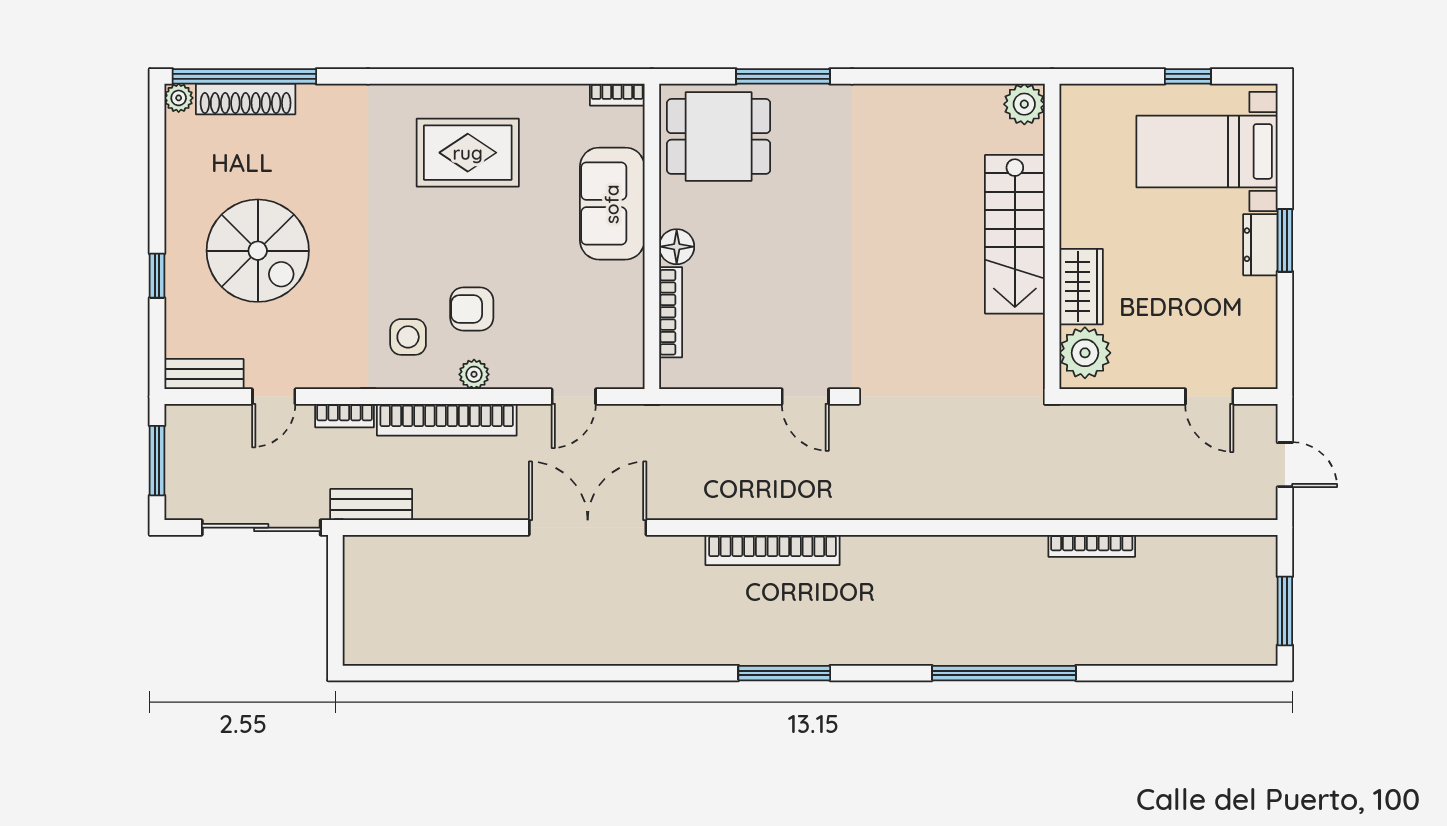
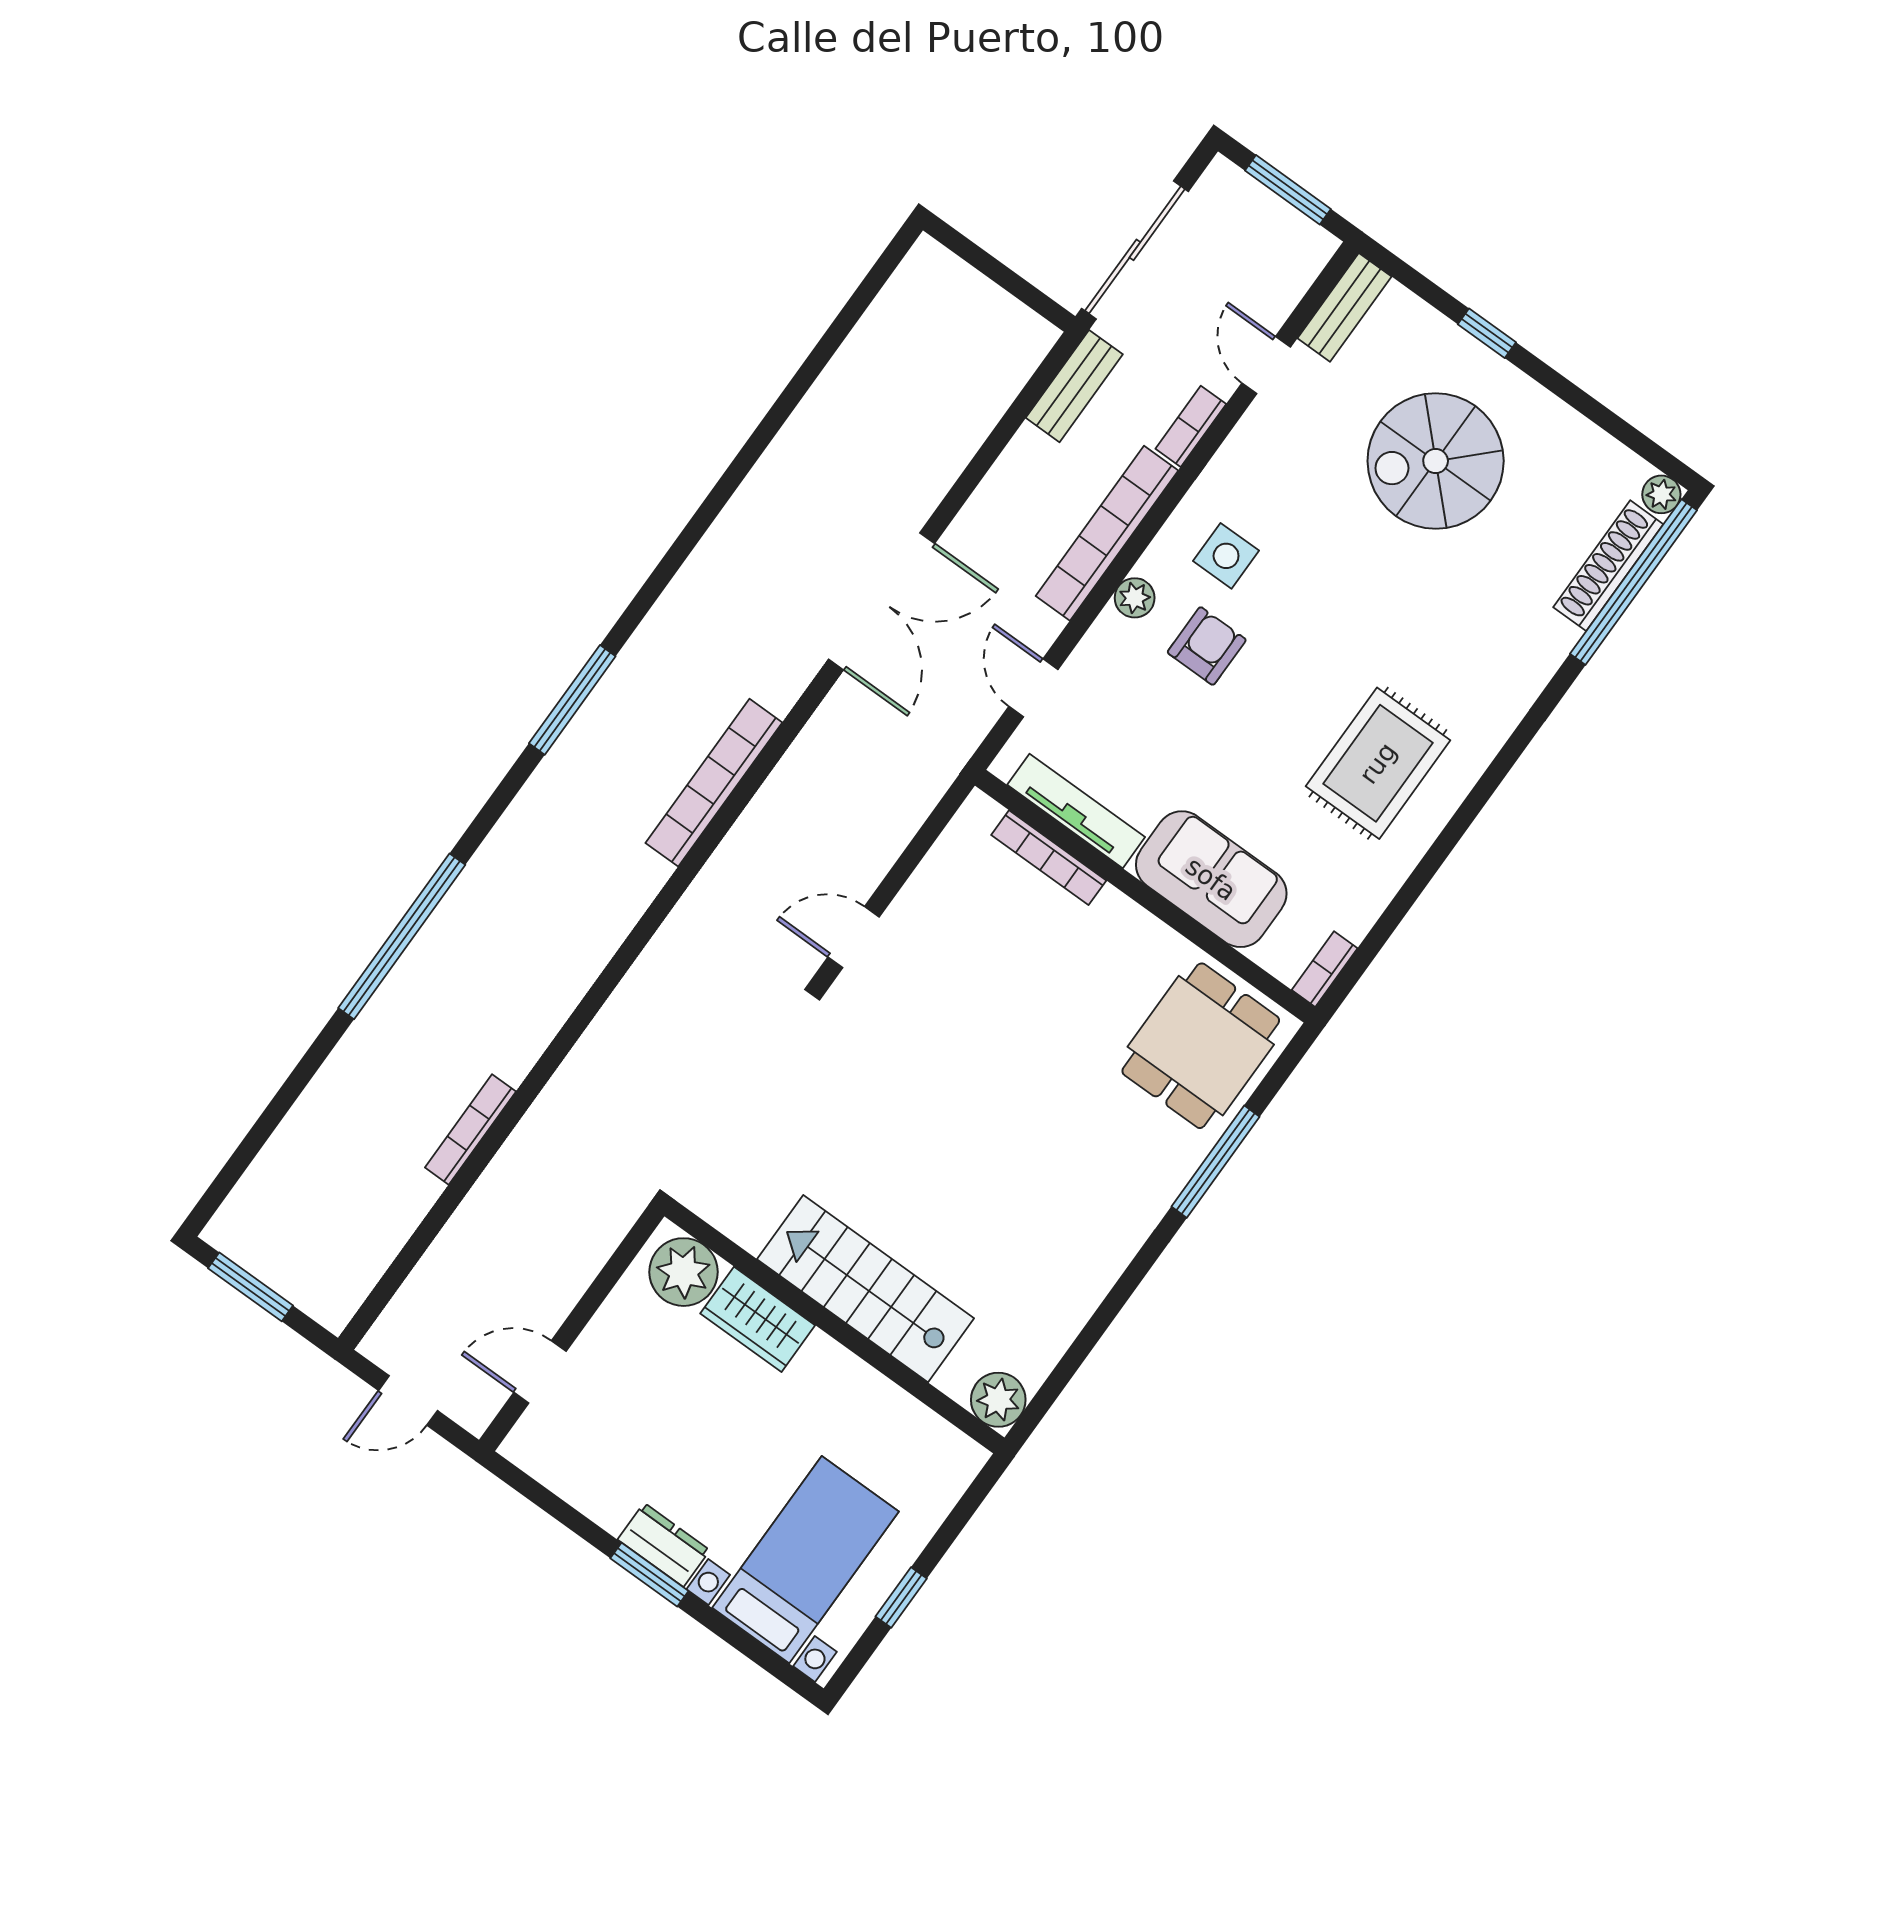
floor lamp: (677, 247) -> (1115, 915), removed
tv unit: (630, 316) -> (1076, 811), added

